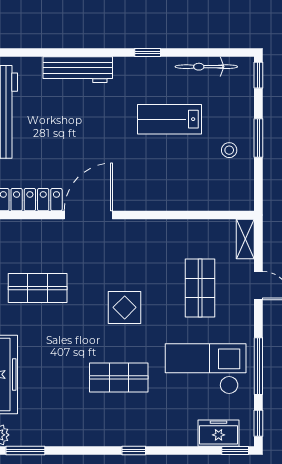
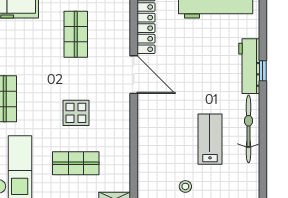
window: (148, 53) -> (263, 71), moved
bicycle: (206, 67) -> (249, 129), moved, width x1.37, depth x1.40
display table: (125, 307) -> (76, 113), moved

